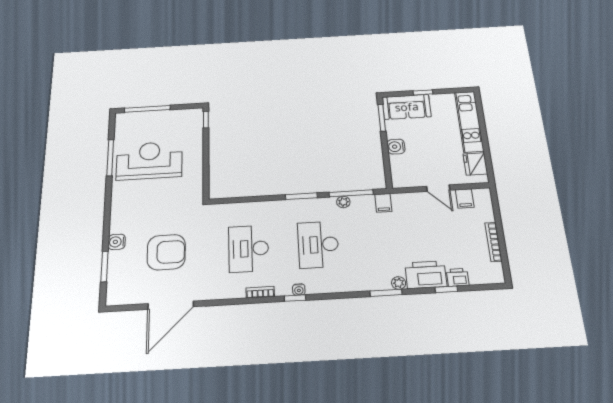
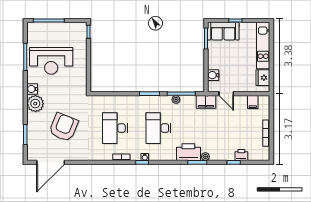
water cooler: (396, 147) -> (213, 75), moved
reception desk: (149, 161) -> (51, 61), turned 180
door: (438, 188) -> (226, 94), moved
filing cabinet: (383, 203) -> (206, 102), width x2.00
plant: (123, 221) -> (35, 104), added
water cooler: (117, 242) -> (32, 89), moved
armchair: (166, 252) -> (64, 127), turned -68
printer: (426, 275) -> (188, 152), moved
door: (171, 305) -> (51, 162), moved

